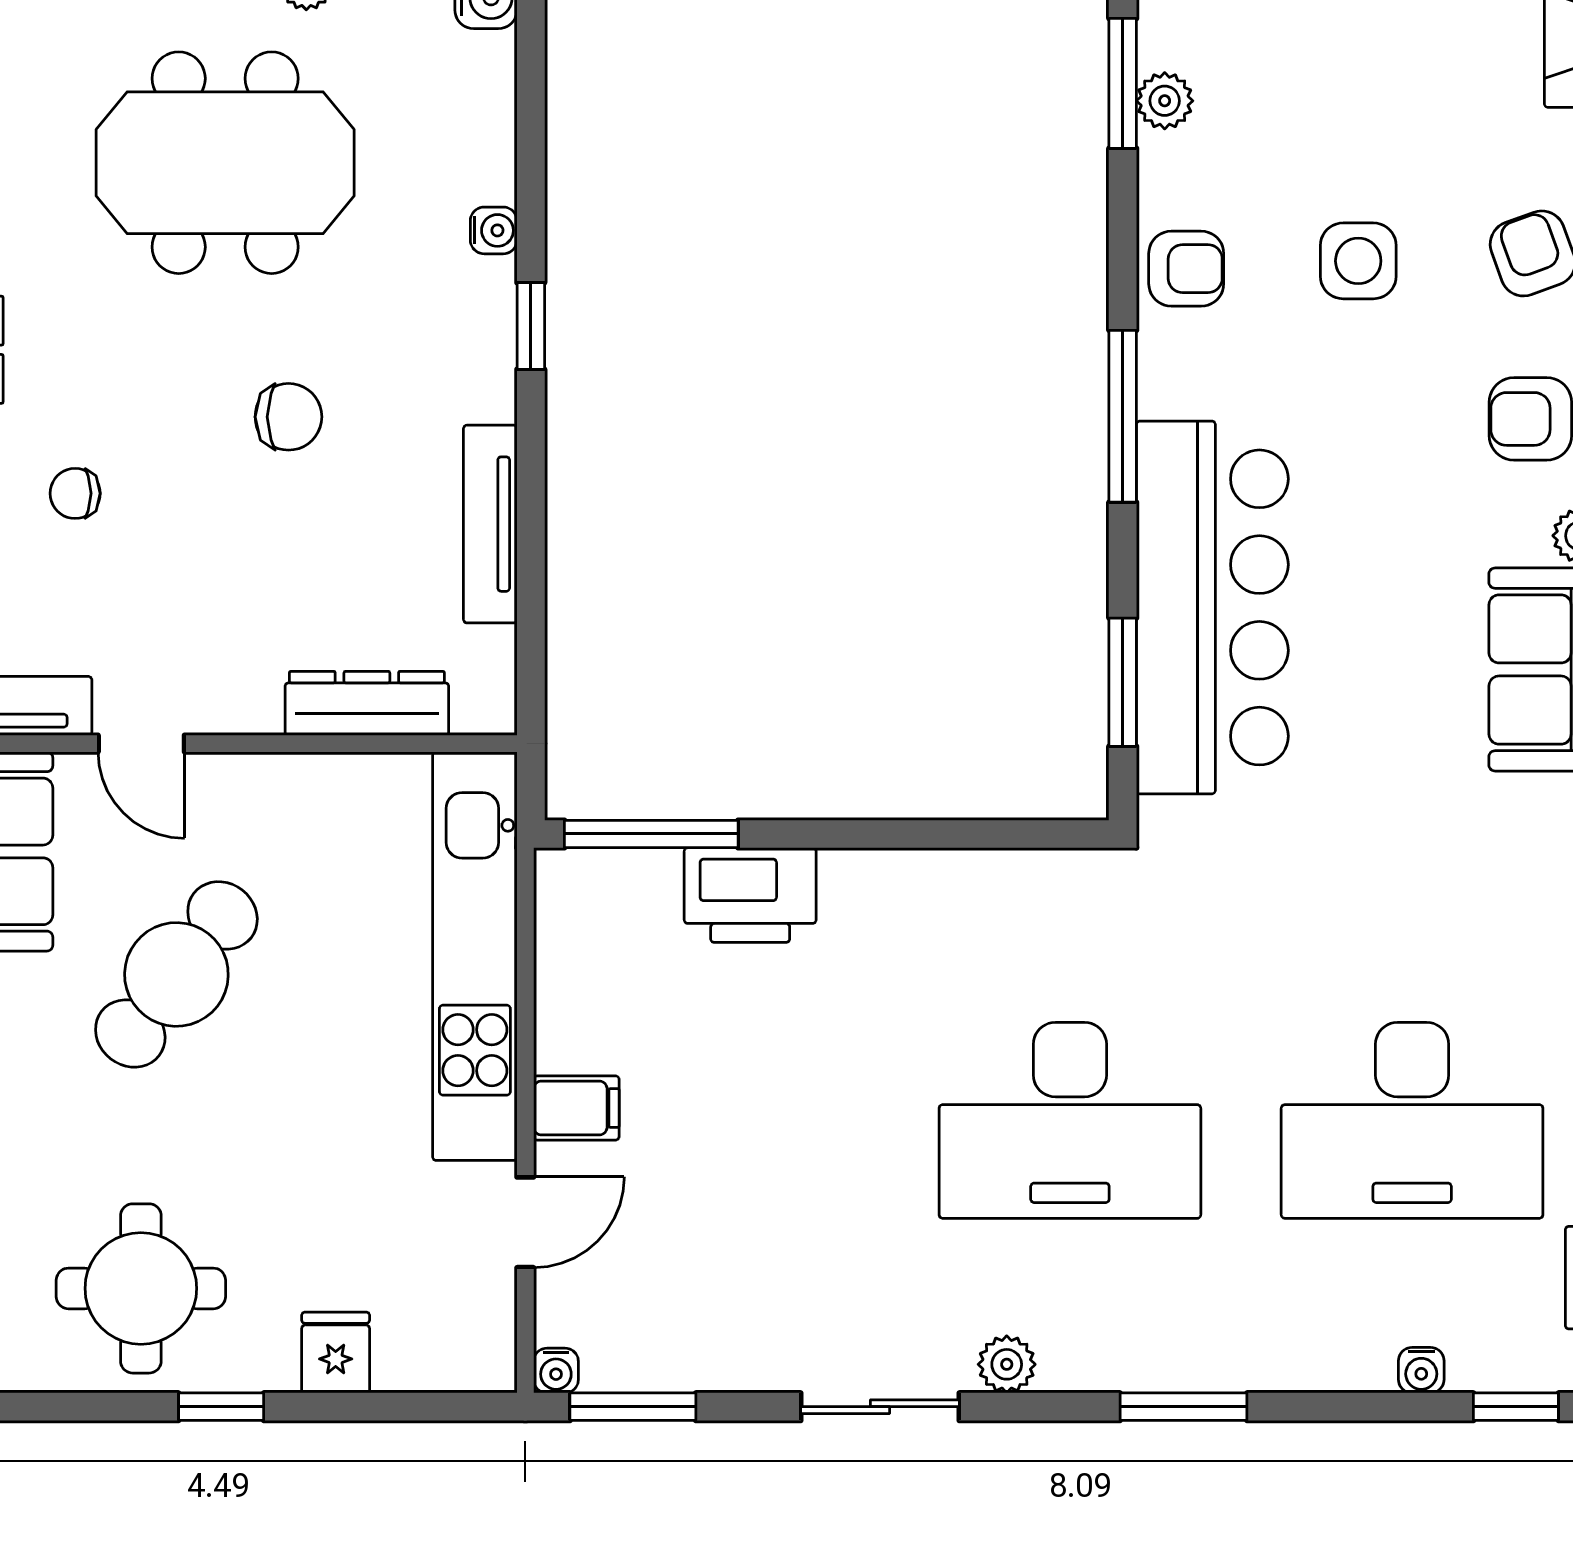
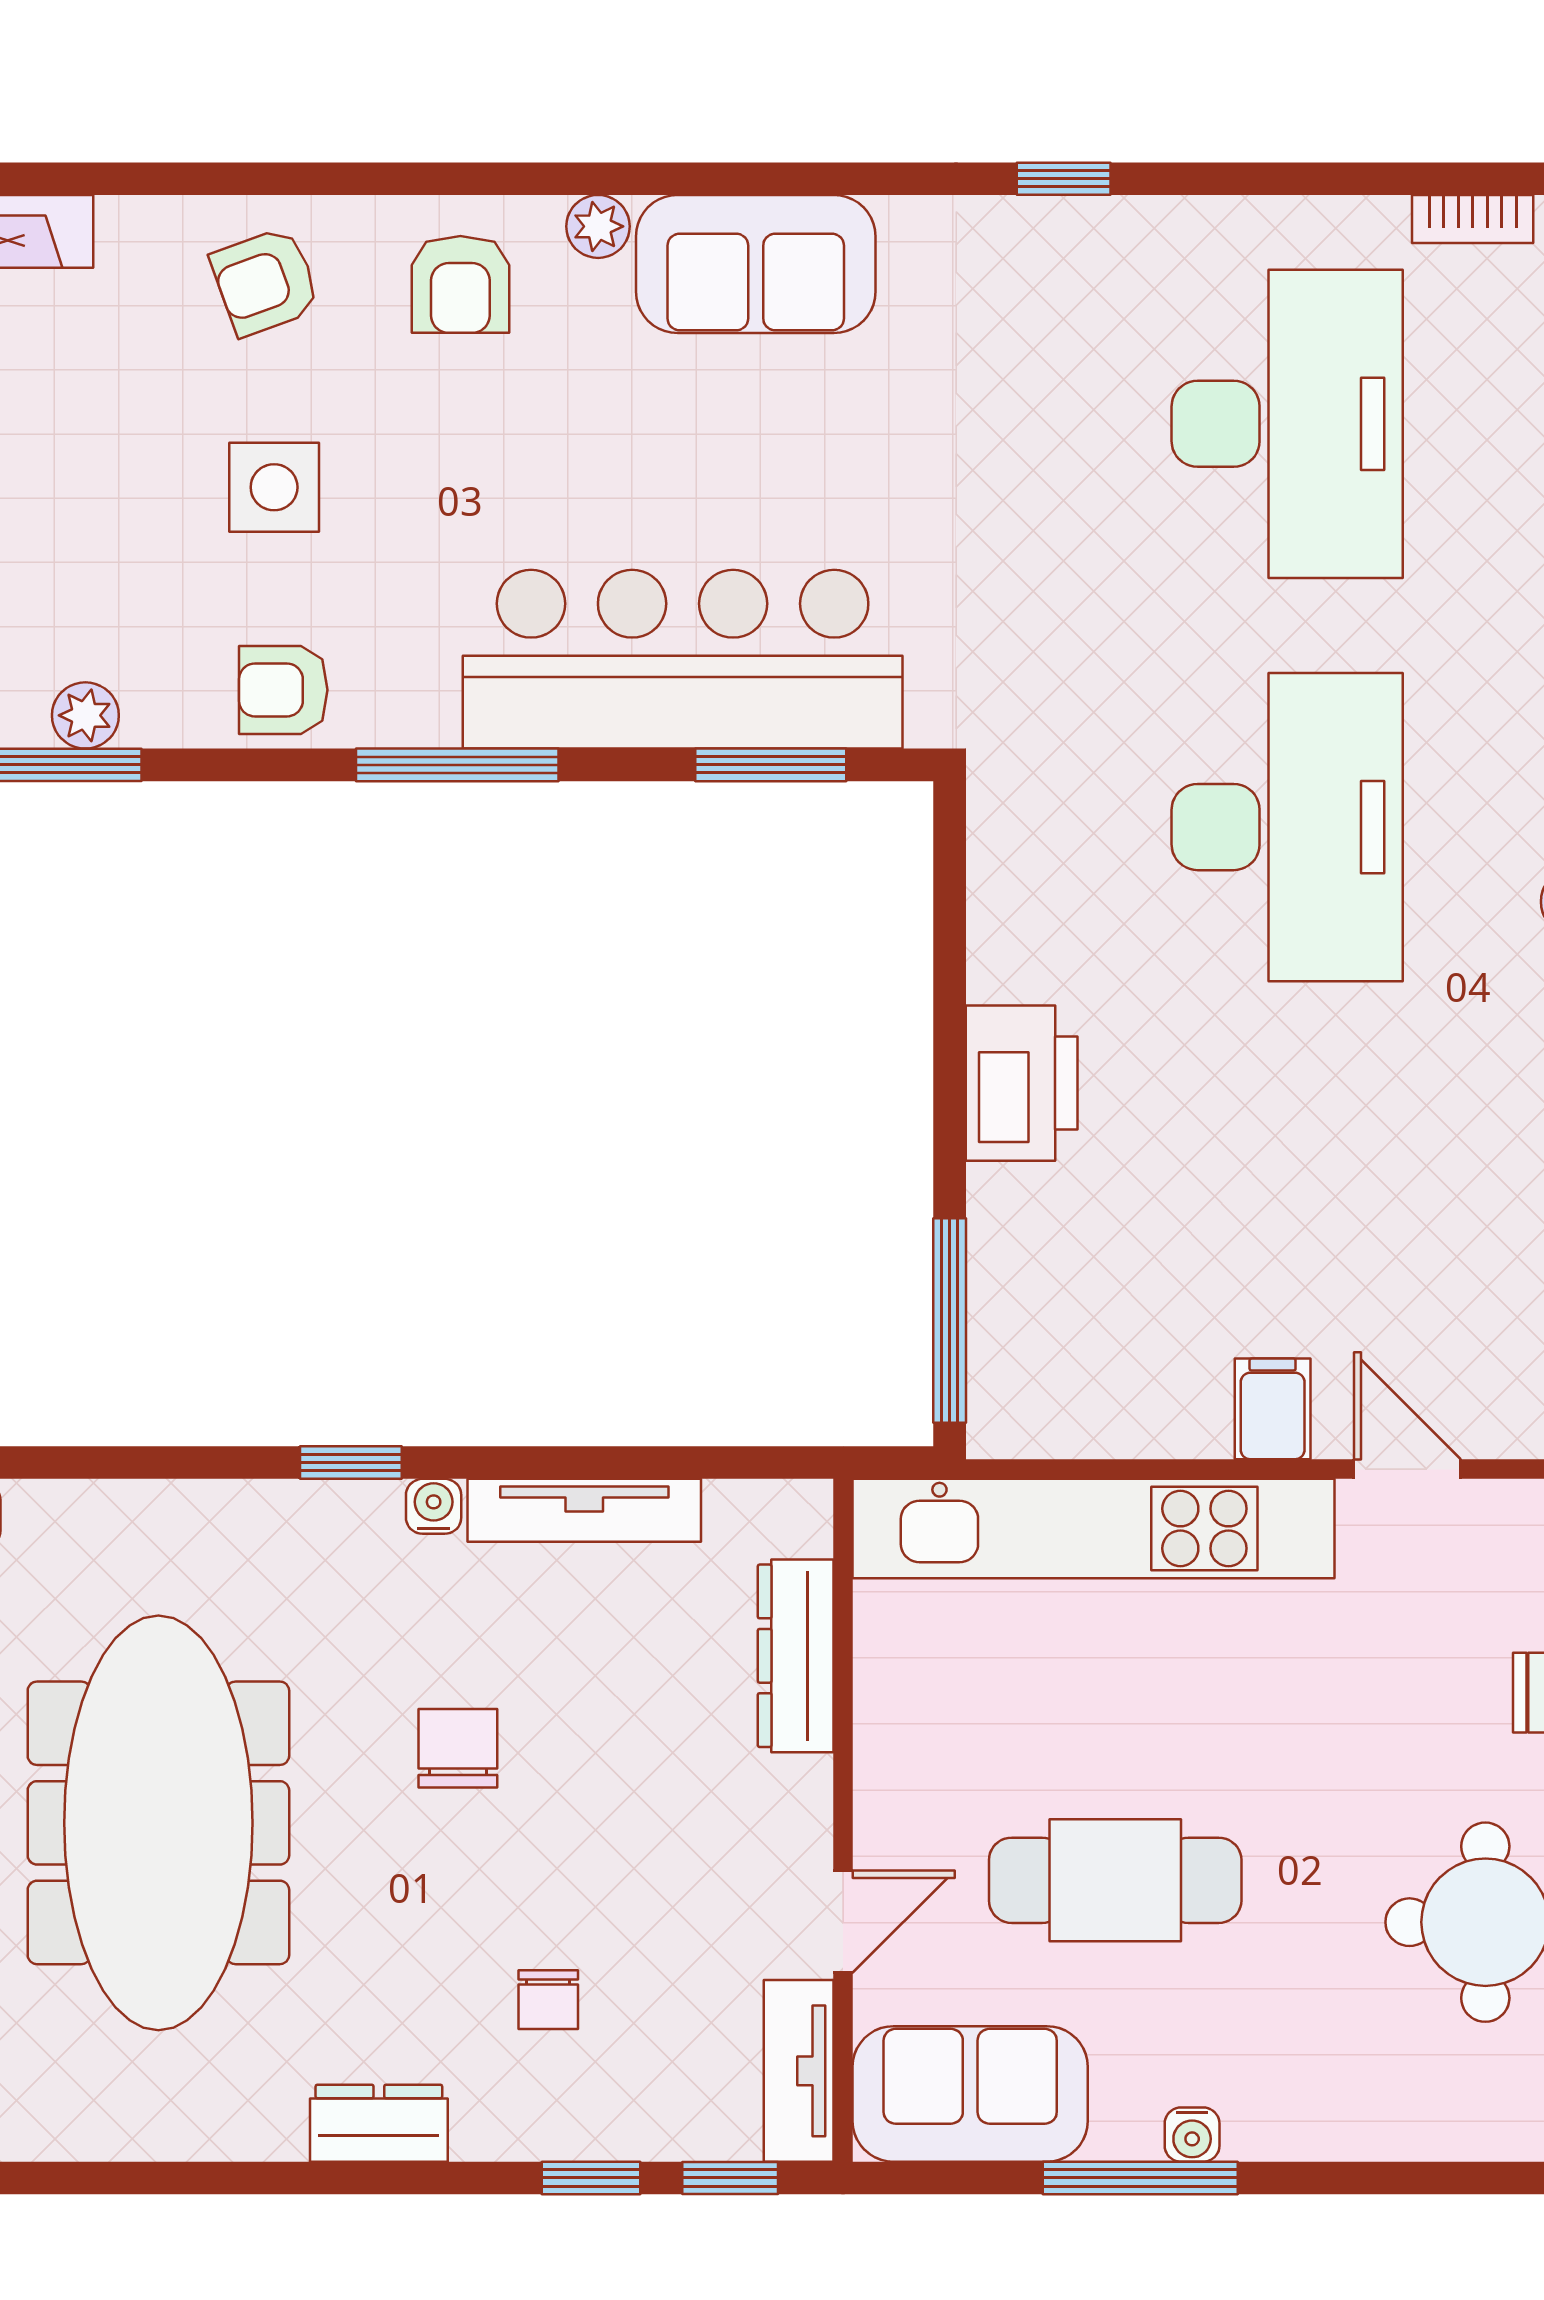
meeting table: (225, 163) -> (158, 1823), width x1.36
water cooler: (494, 230) -> (434, 1506), moved
armchair: (1186, 269) -> (283, 690), turned -90
printer: (750, 895) -> (1022, 1083), moved
cafe table: (176, 974) -> (1115, 1880), turned -38

